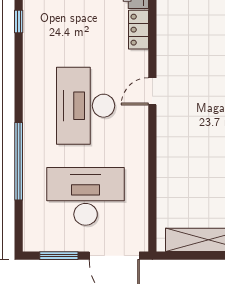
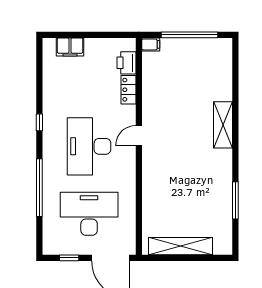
window: (19, 21) -> (39, 122), moved
window: (59, 256) -> (69, 258), width x0.67

